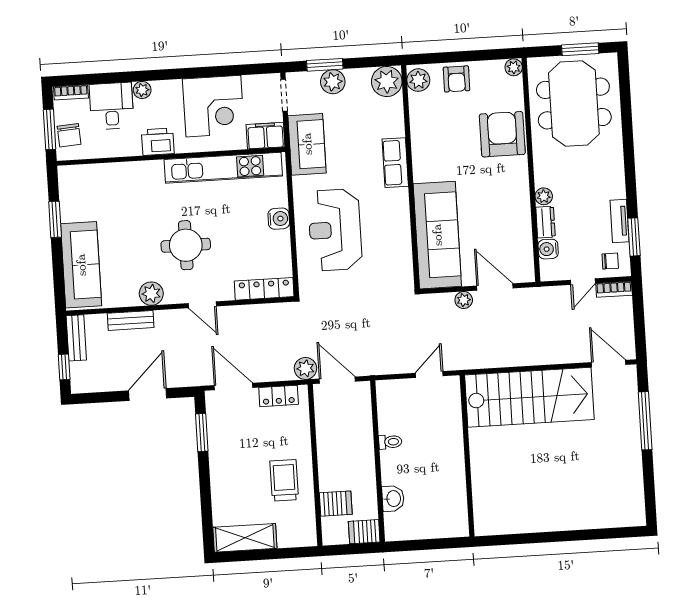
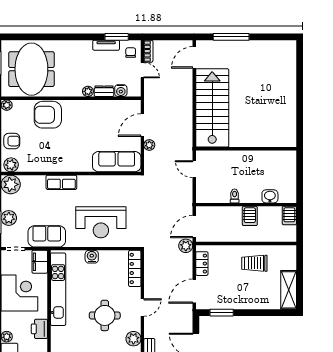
meeting table: (574, 103) -> (31, 69), turned 90
sofa: (437, 235) -> (117, 162), width x0.74, depth x0.79
server rack: (336, 504) -> (250, 216), moved, turned 180

